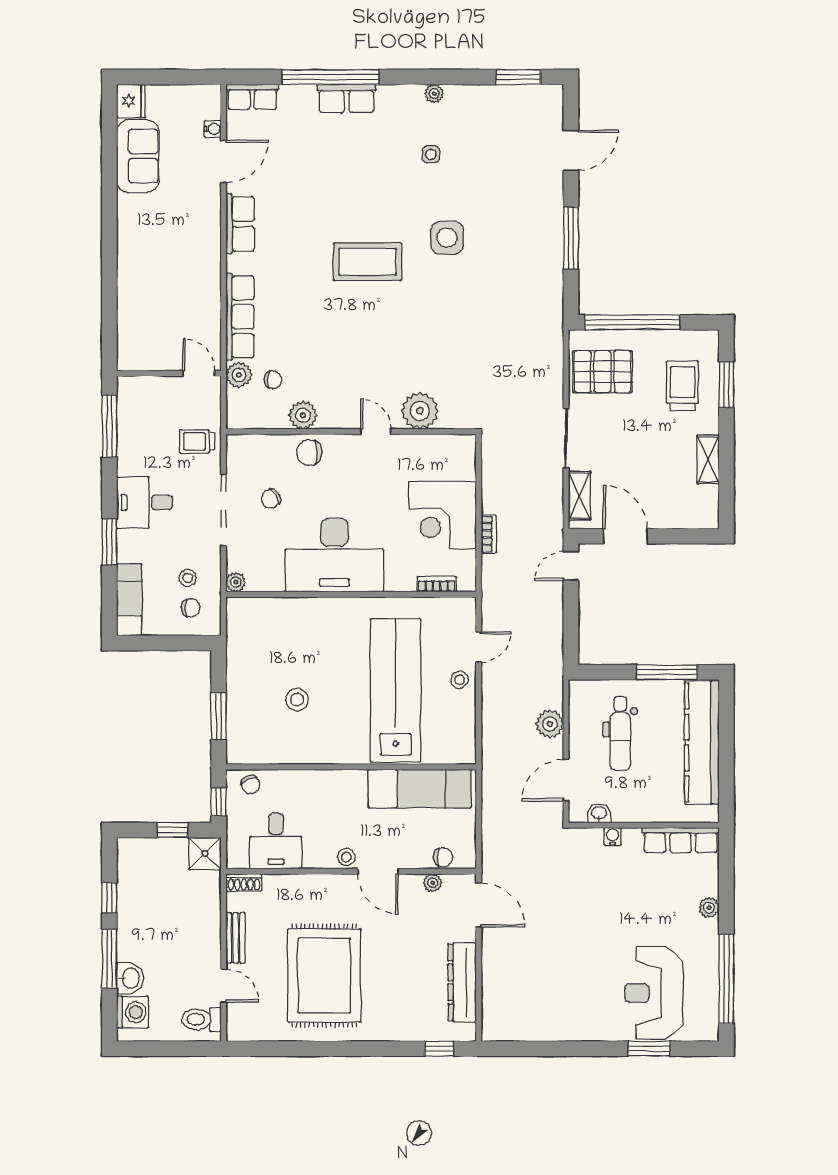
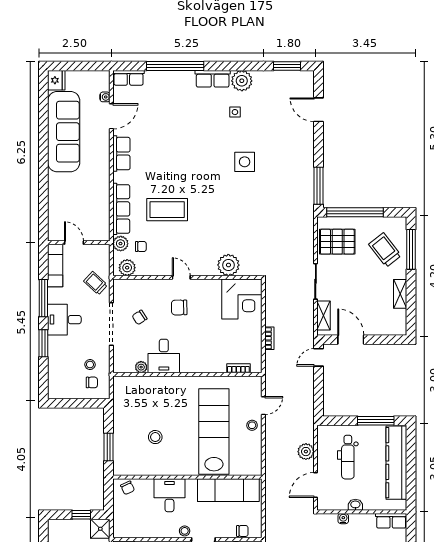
plant: (434, 94) -> (242, 81), width x1.88, depth x1.88
row of seats: (347, 98) -> (213, 79), moved
door: (571, 150) -> (318, 110), swing flipped
sofa: (138, 156) -> (64, 132), width x1.85, depth x1.27
window: (571, 238) -> (318, 186), moved
coffee table: (367, 262) -> (167, 210), moved
door: (199, 373) -> (74, 243), moved
window: (726, 385) -> (411, 249), width x1.44
trolley: (682, 386) -> (385, 250), turned -38
plant: (303, 415) -> (127, 268), moved
window: (109, 426) -> (43, 298), moved
door: (376, 432) -> (181, 277), moved
trolley: (197, 441) -> (95, 283), turned 43
chair: (309, 453) -> (179, 307), moved
corner desk: (442, 515) -> (242, 299), moved, turned -90
desk: (334, 555) -> (164, 356), width x0.53, depth x0.77
plant: (236, 582) -> (141, 367), moved
exam couch: (129, 600) -> (55, 266), moved
window: (219, 802) -> (109, 498), removed
washbasin: (599, 813) -> (355, 505), moved
row of seats: (681, 840) -> (391, 521), width x0.68
desk: (276, 841) -> (169, 495), moved, turned 180

